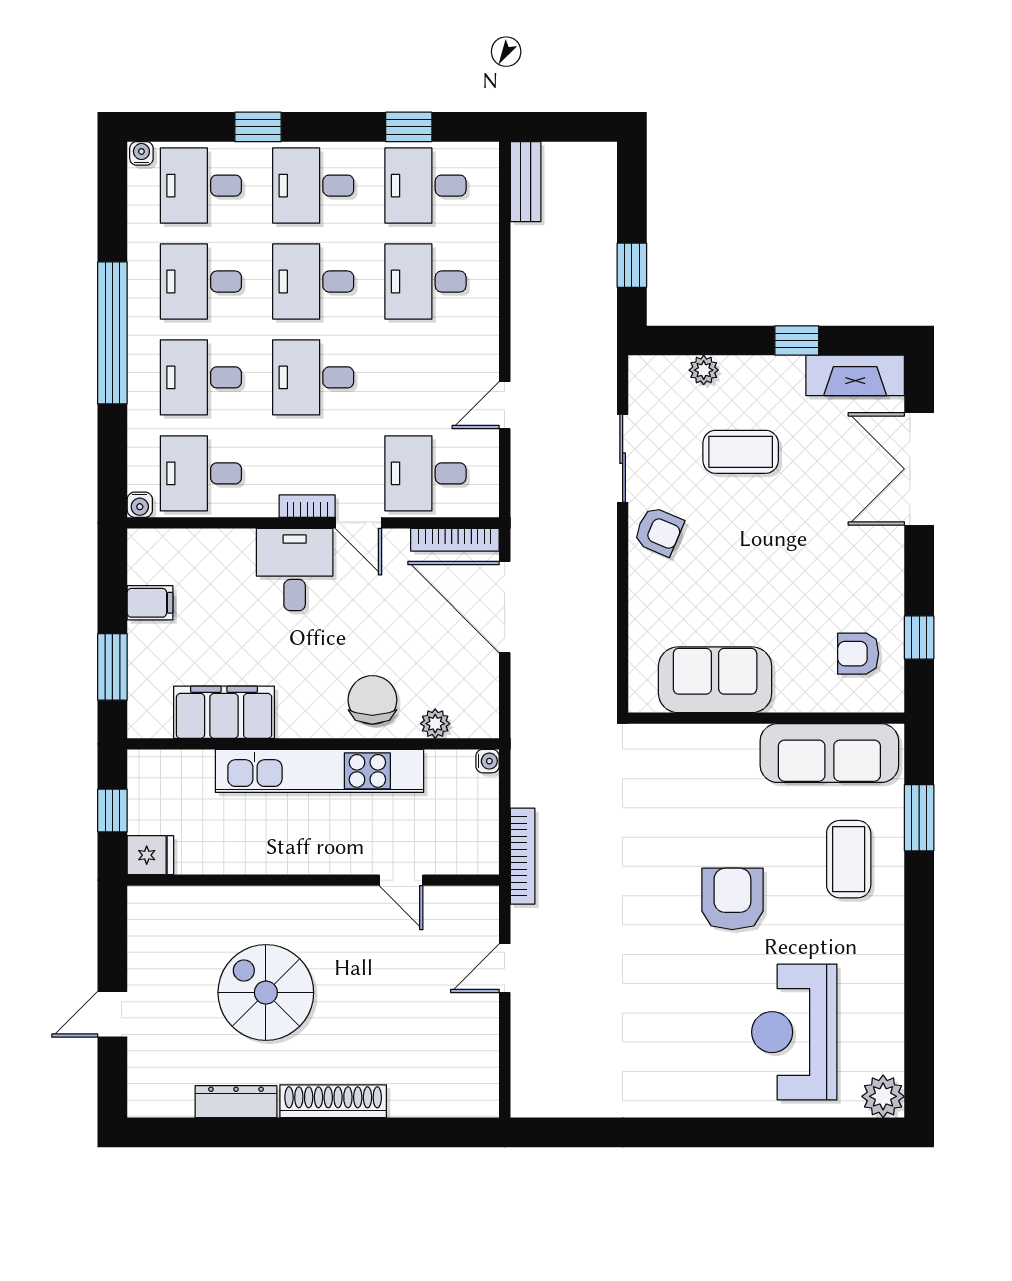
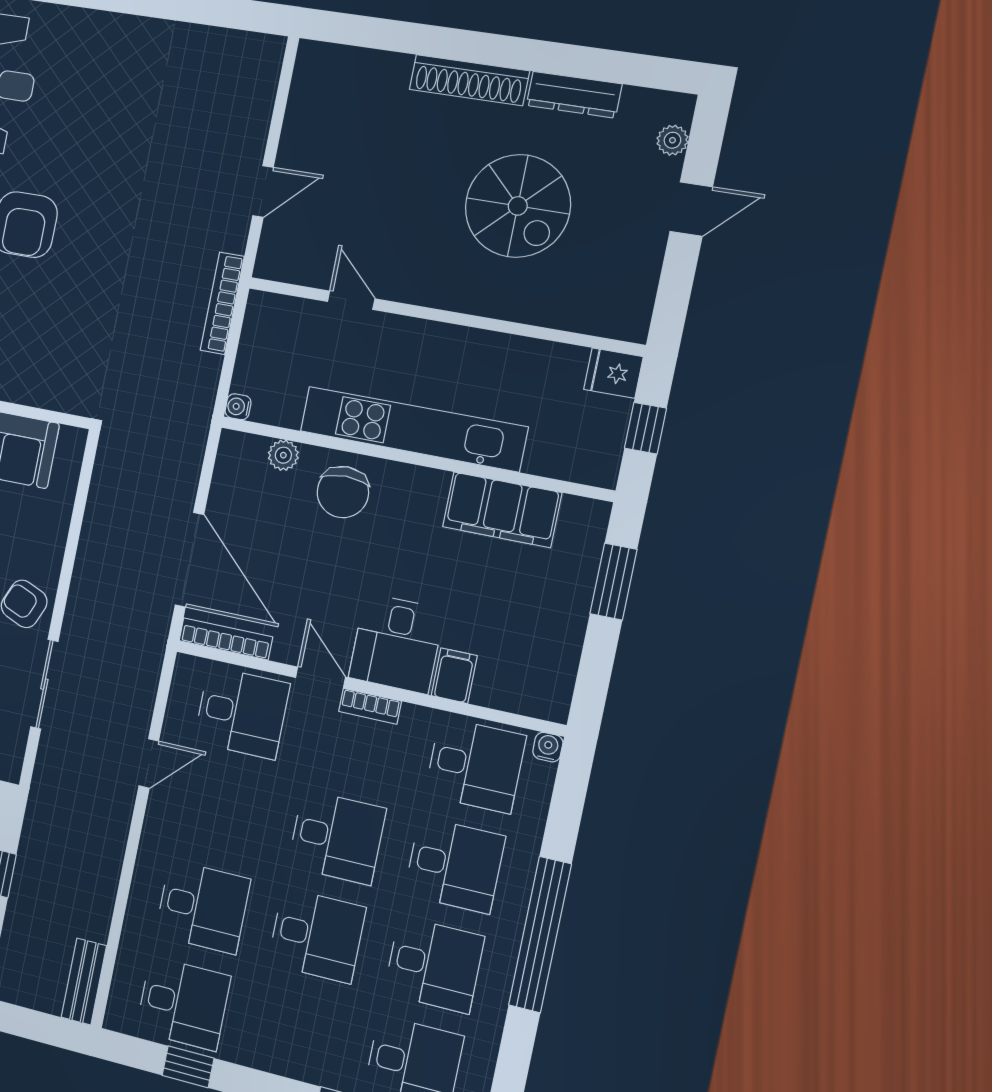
desk: (313, 186) -> (297, 1033), removed
filing cabinet: (150, 603) -> (454, 676), moved, turned 90
plant: (141, 1074) -> (672, 140), added

